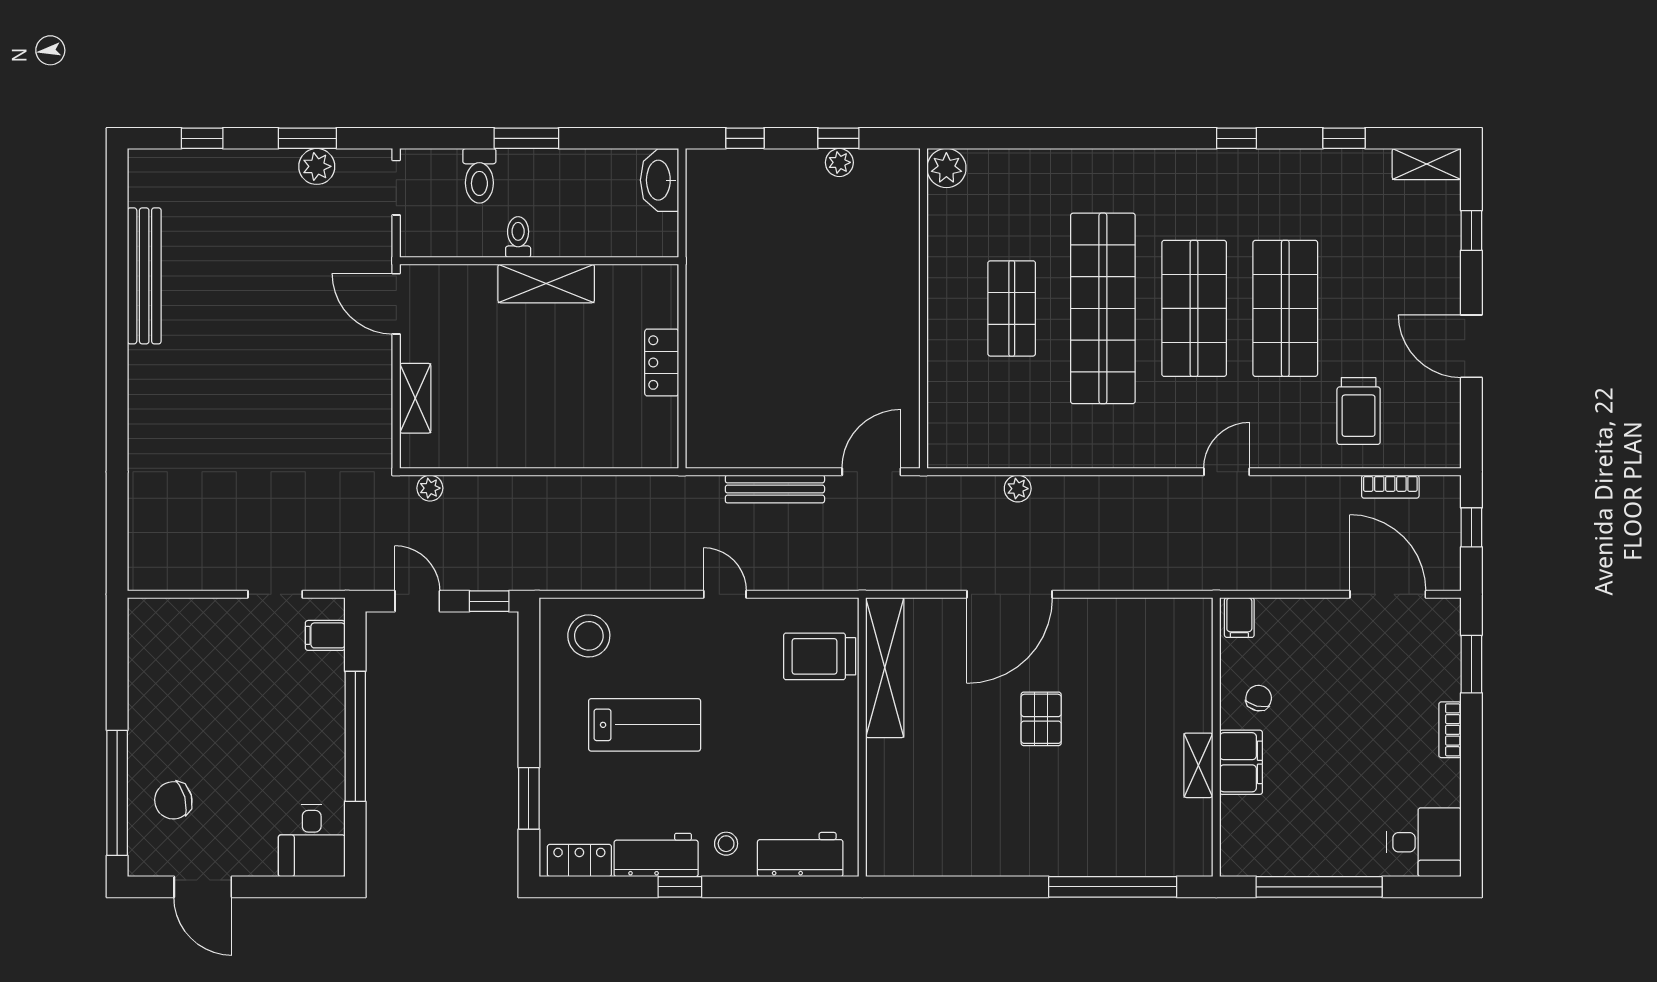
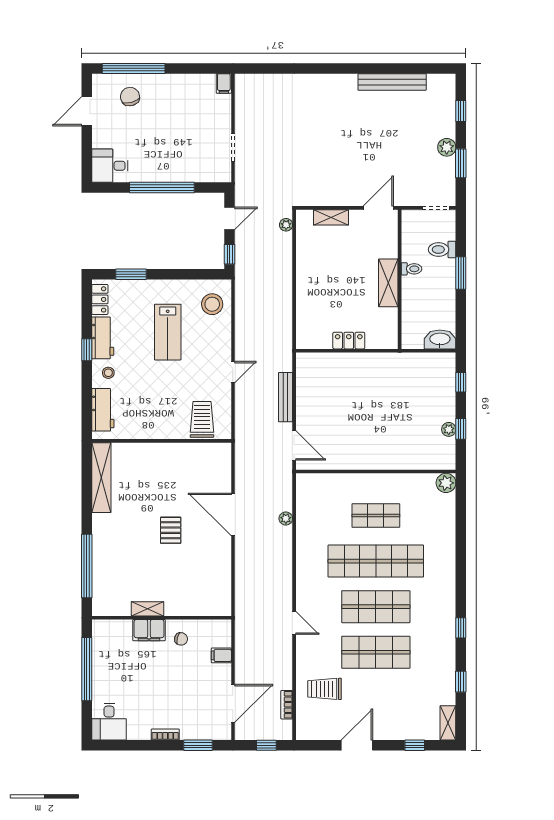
plant: (317, 166) -> (447, 147), moved
filing cabinet: (1239, 618) -> (221, 655), moved
filing cabinet: (325, 635) -> (224, 83), moved, turned 180
shelving: (885, 668) -> (101, 478), moved, turned 90
pallet: (1041, 719) -> (171, 530), turned 90

